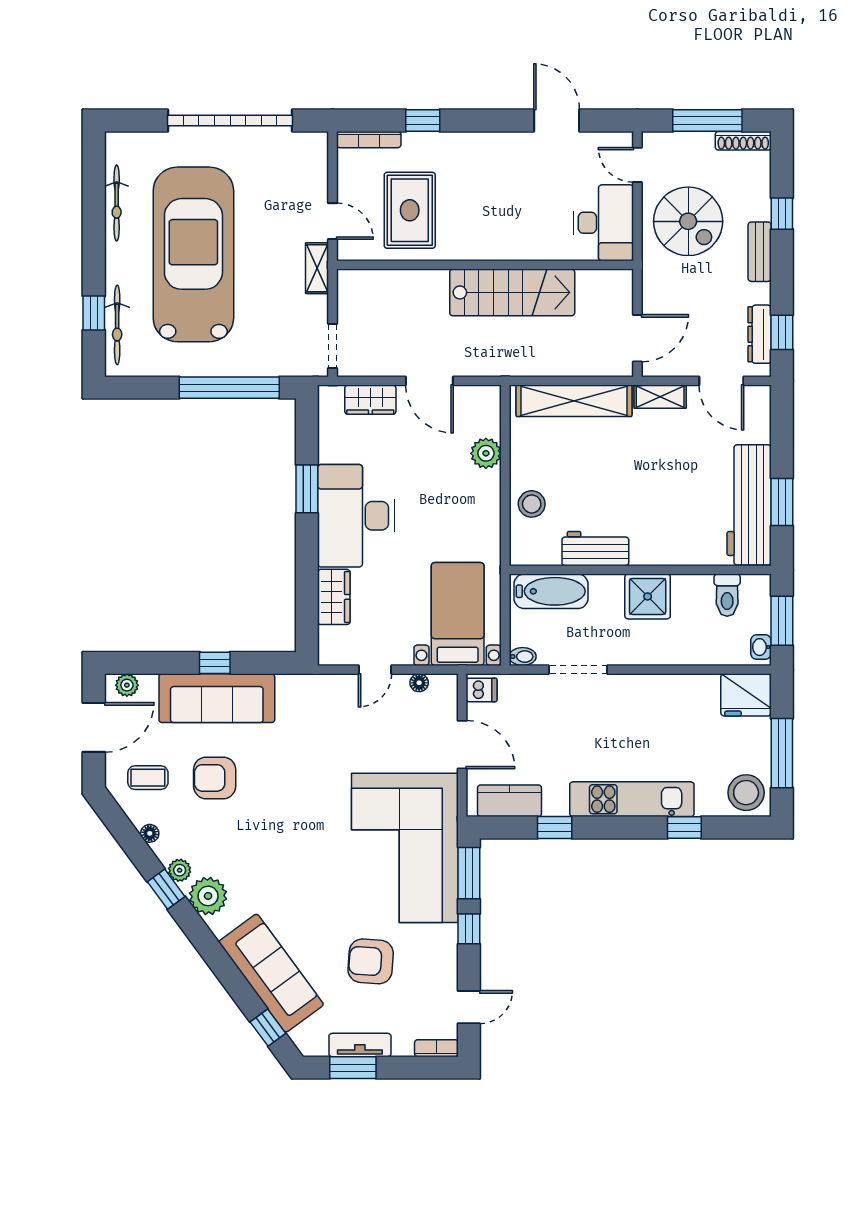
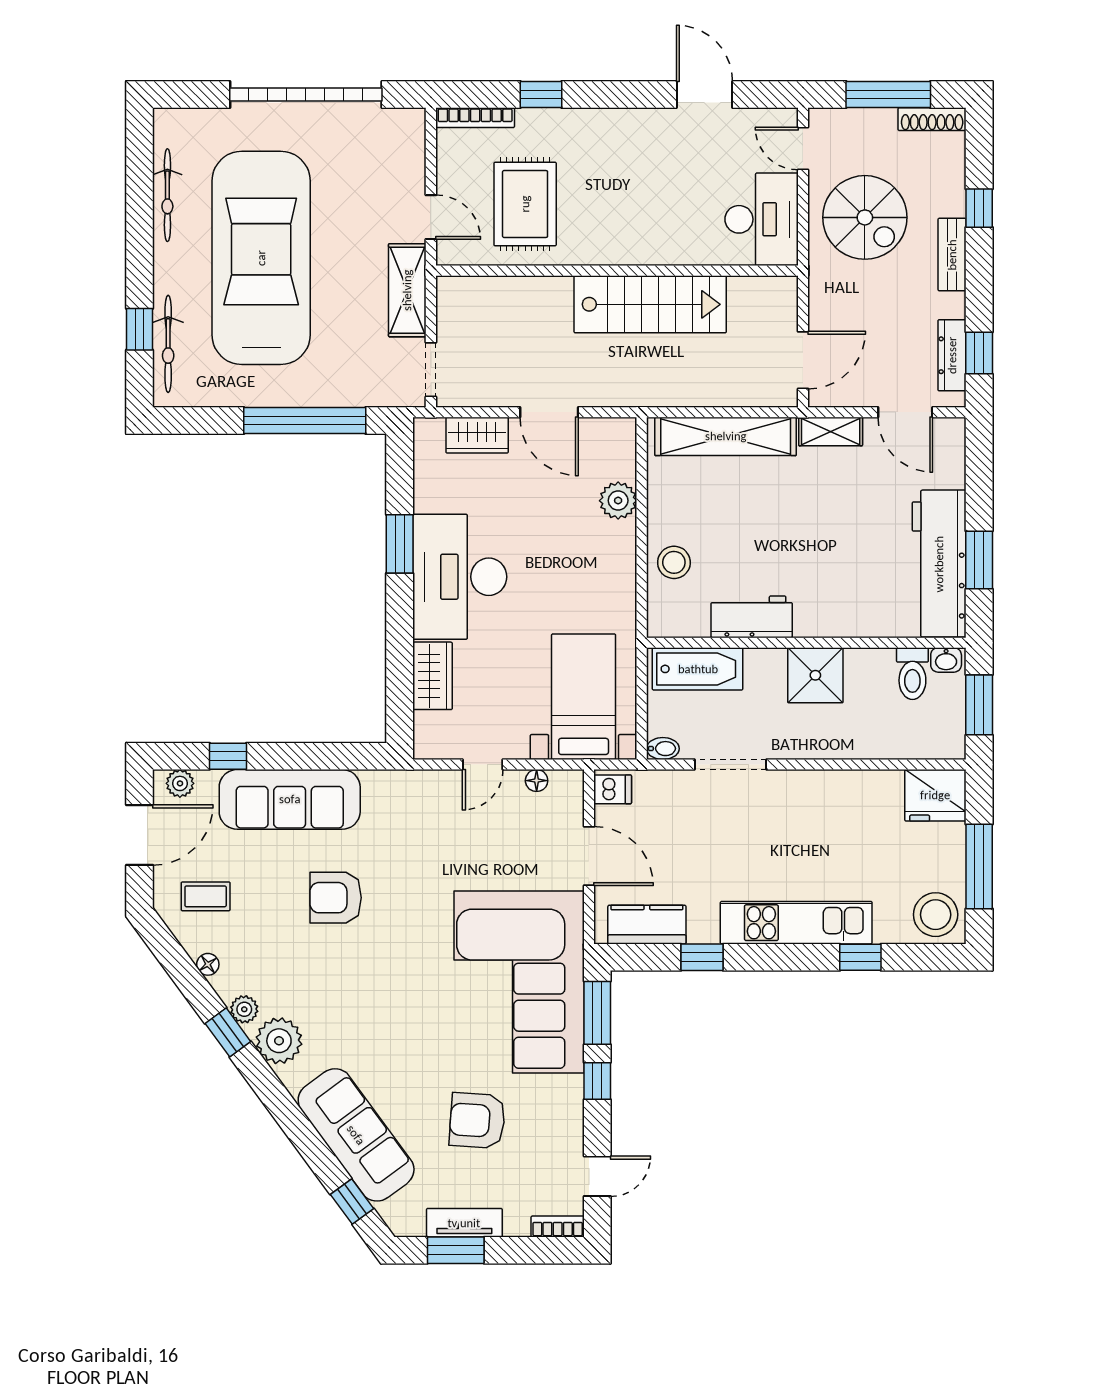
shelving: (317, 268) -> (407, 290), width x1.50, depth x1.33
washbasin: (761, 647) -> (946, 660), moved, turned -90
window: (215, 663) -> (228, 756), moved
armchair: (215, 778) -> (336, 898), moved

